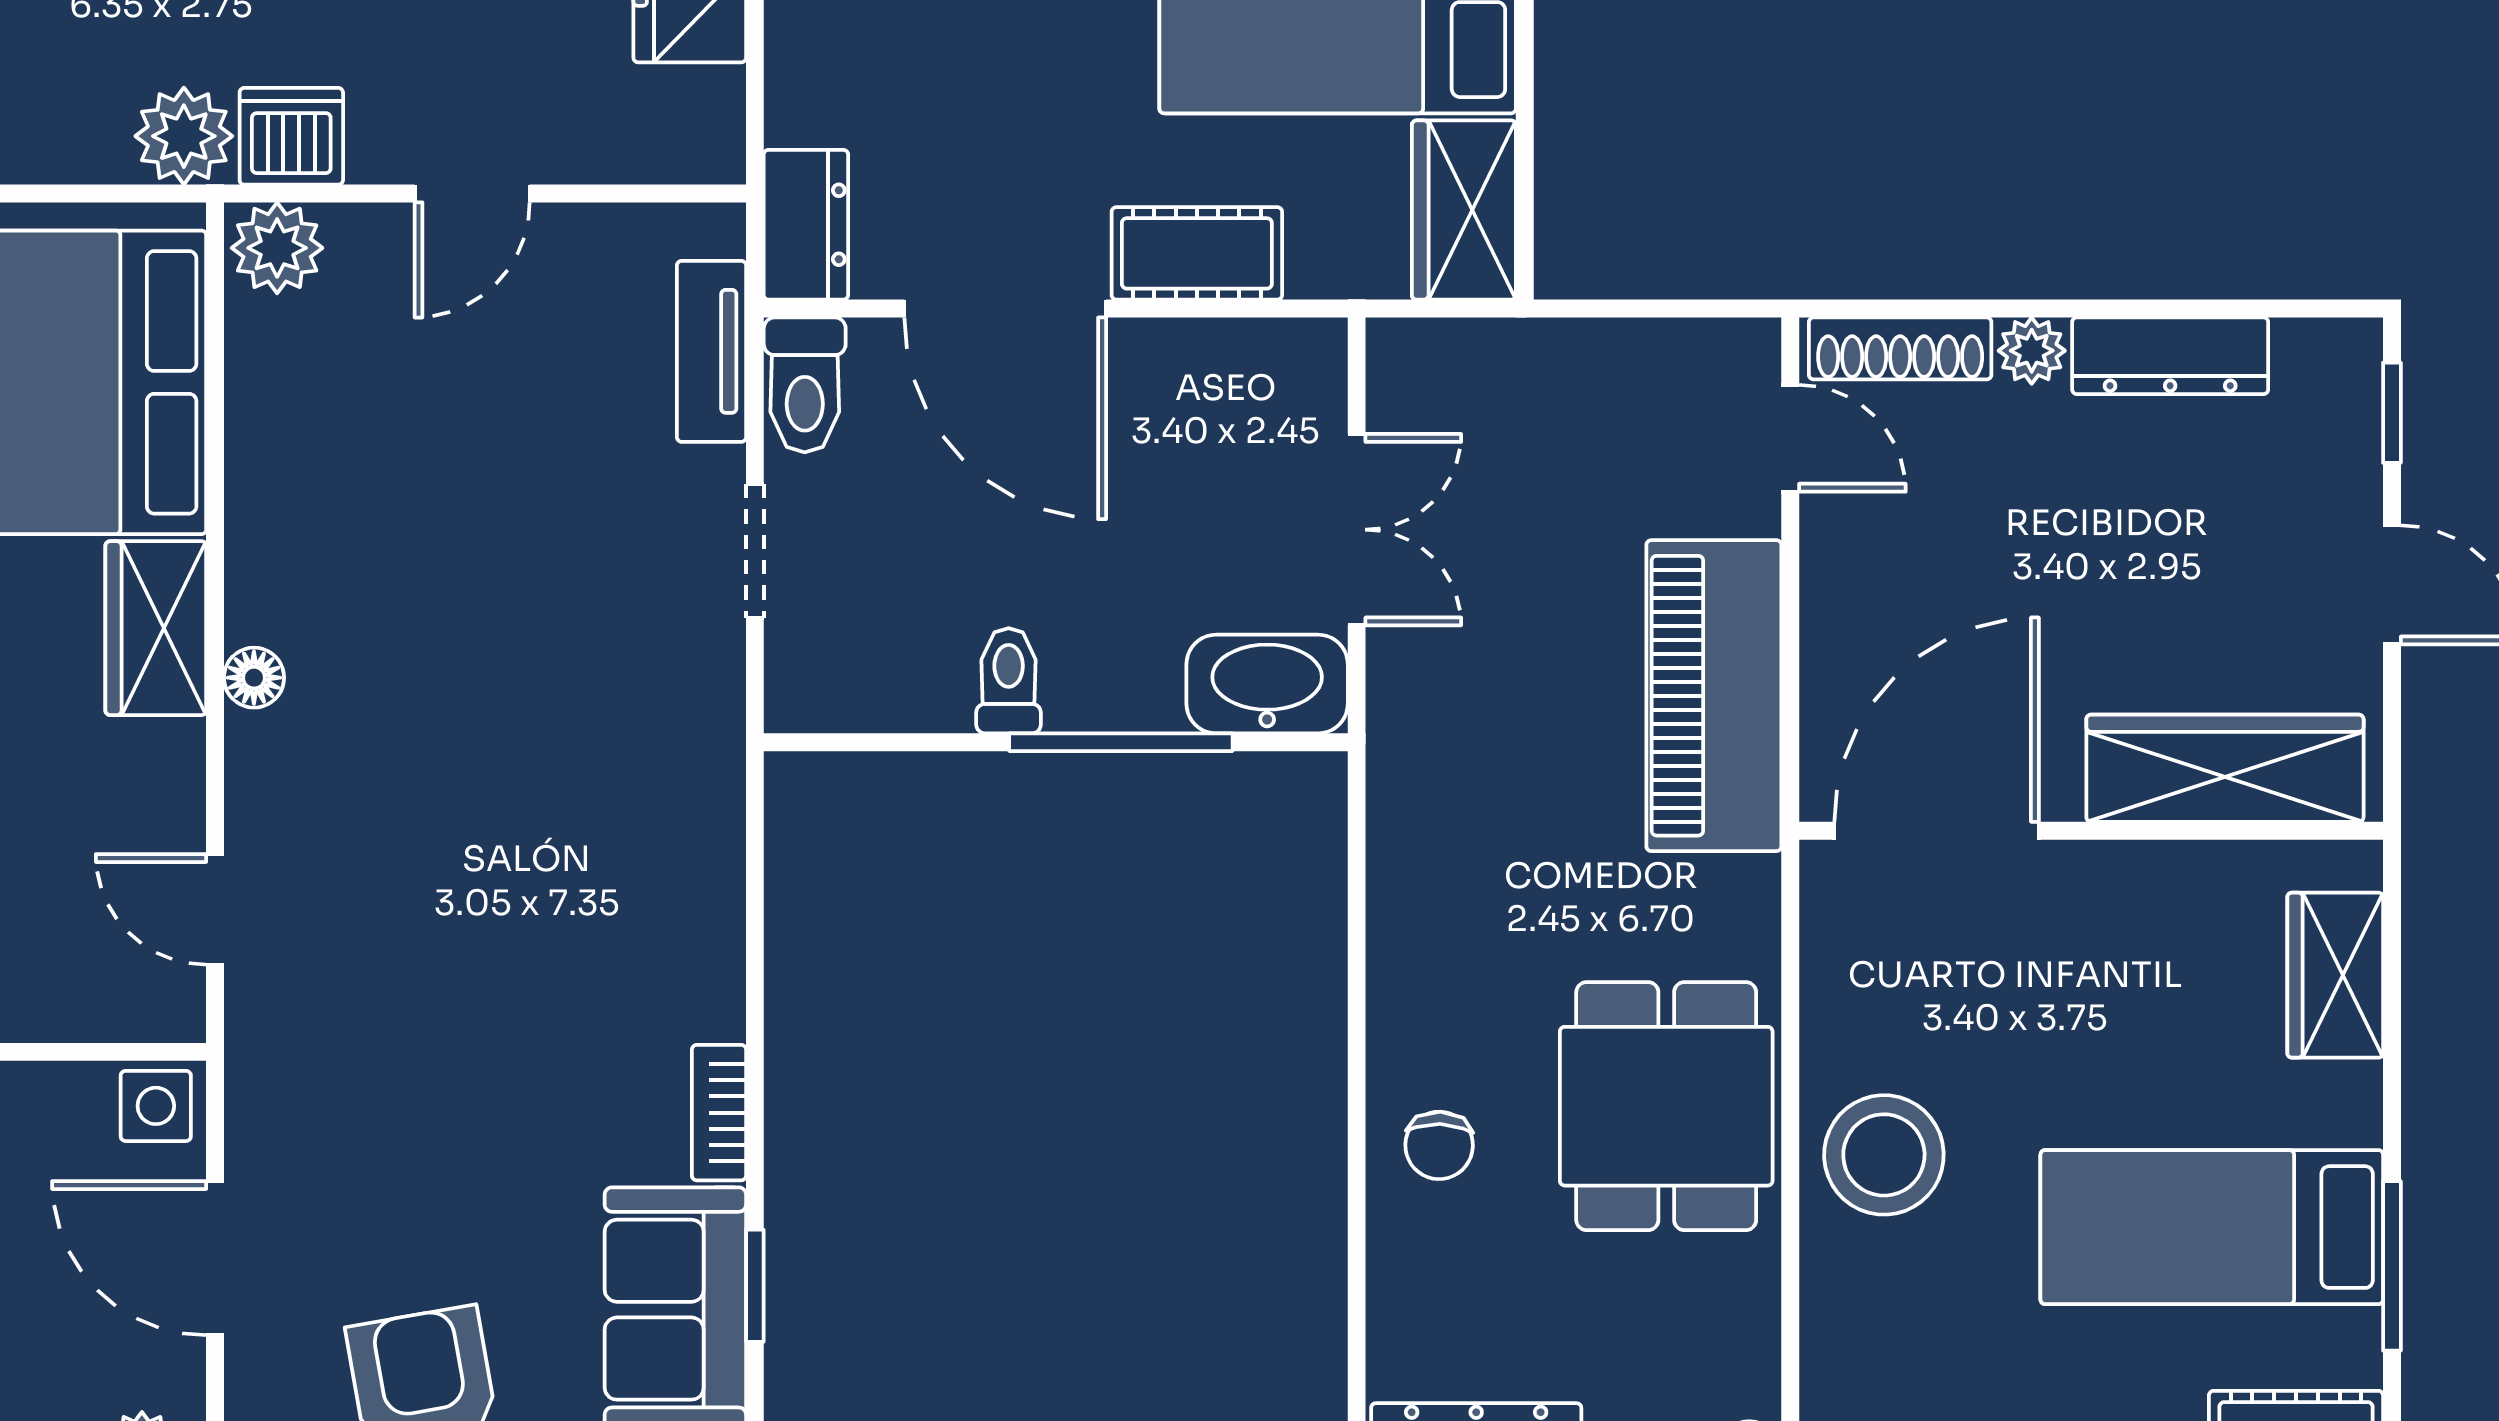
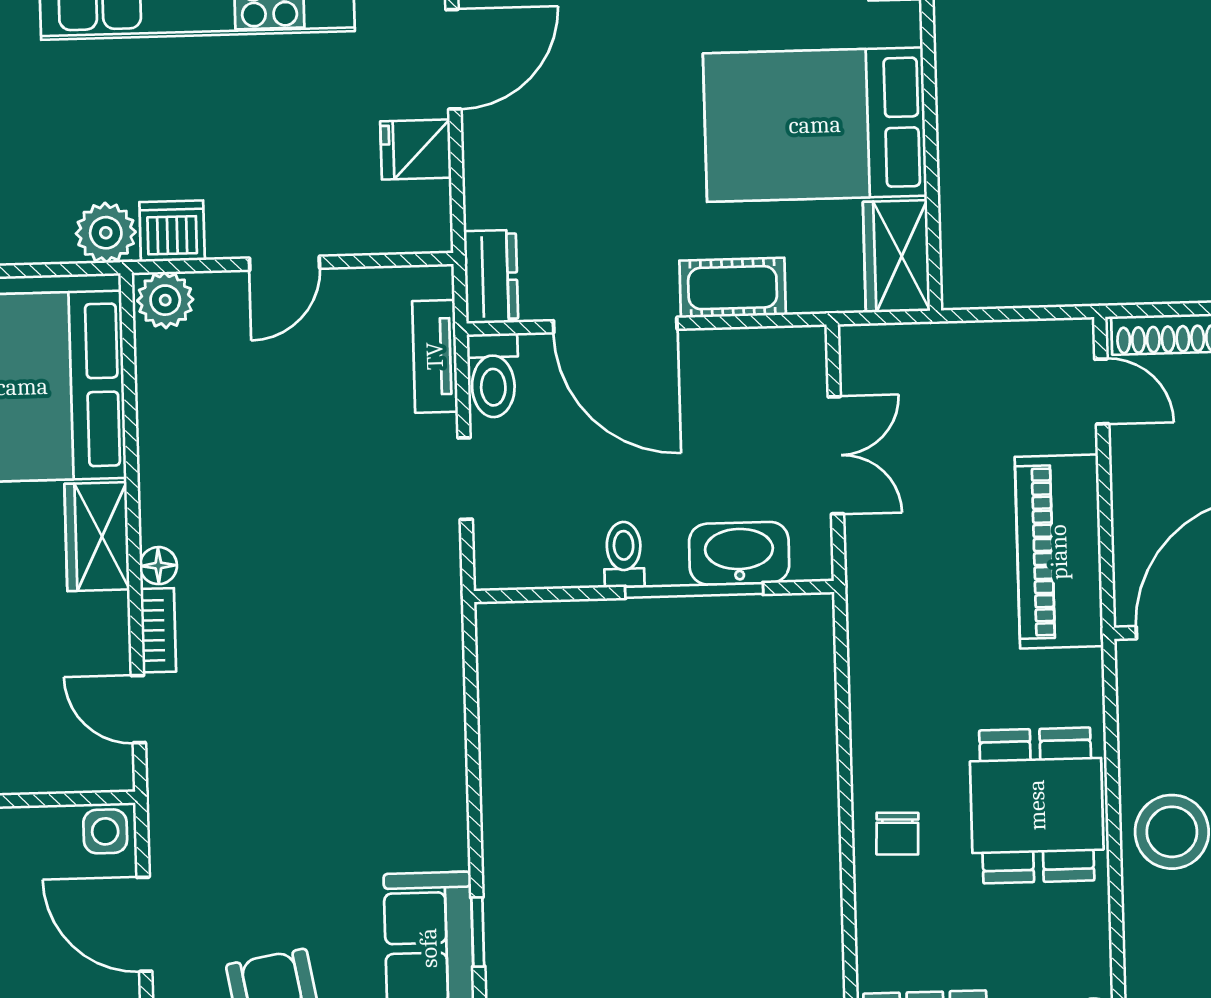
washbasin: (1267, 684) -> (739, 553), moved
bookcase: (719, 1113) -> (158, 630), moved, turned 180

